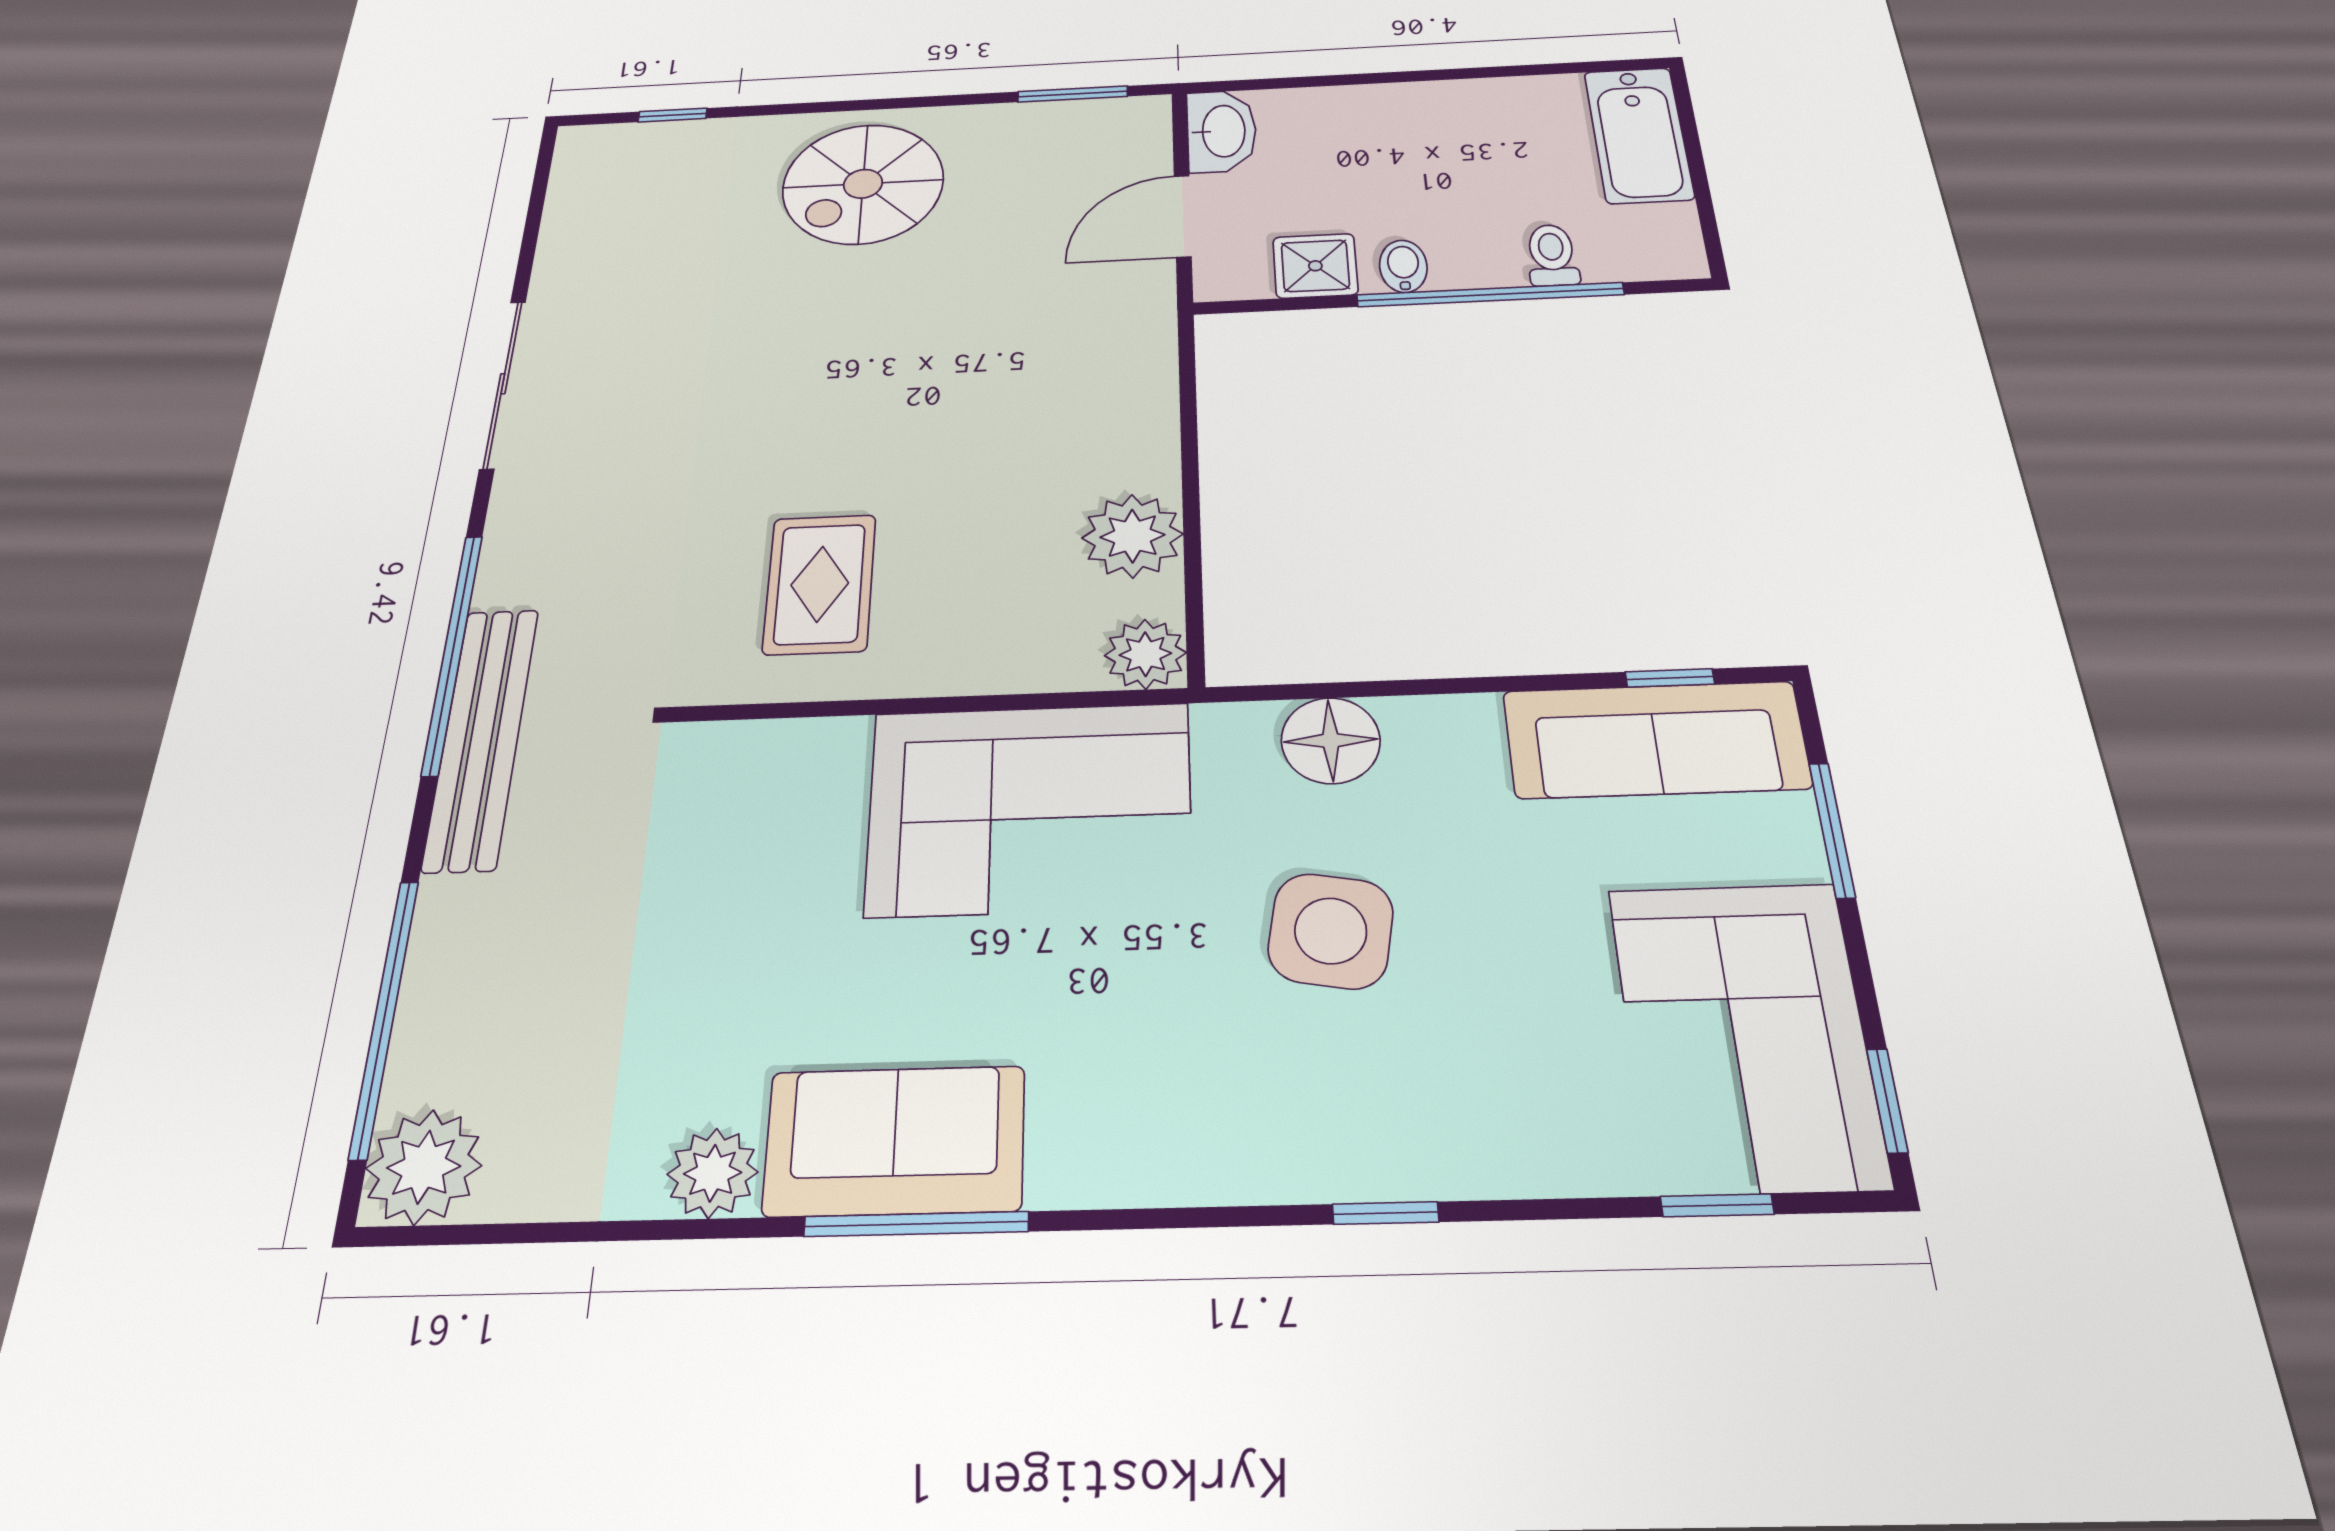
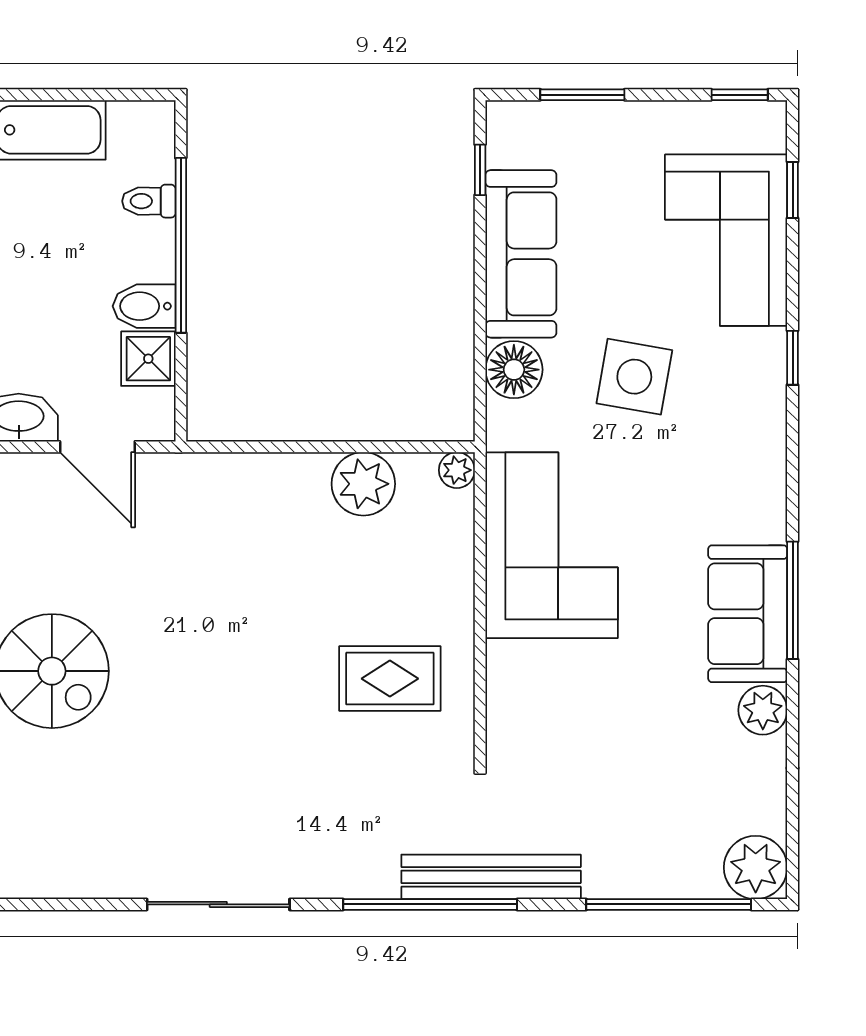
bidet: (1403, 266) -> (144, 306), width x1.38, depth x1.36
plant: (1145, 654) -> (457, 470), width x0.73, depth x0.73
sofa: (1656, 740) -> (521, 254), moved
corner sofa: (1746, 1035) -> (726, 240), moved, turned 90

